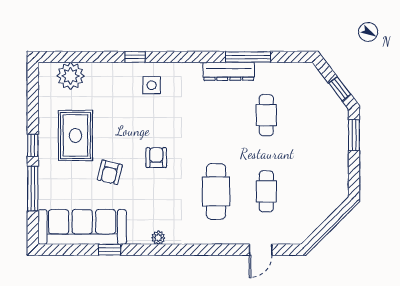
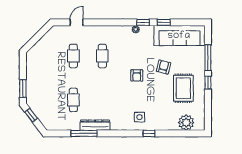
cafe table: (216, 191) -> (102, 56), width x0.73, depth x0.74
window: (145, 250) -> (143, 22), added

